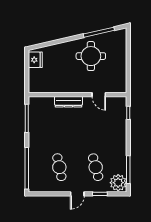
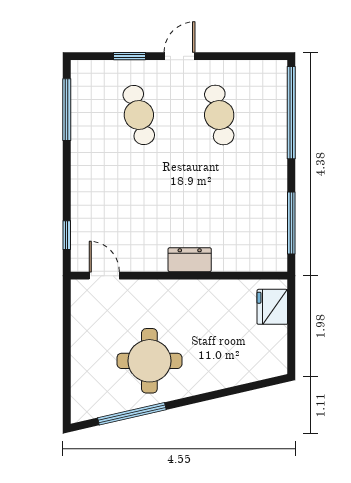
fridge: (35, 60) -> (272, 307), moved
door: (99, 95) -> (104, 276), moved
dresser: (68, 102) -> (190, 260), width x0.70
plant: (118, 183) -> (89, 81), removed

